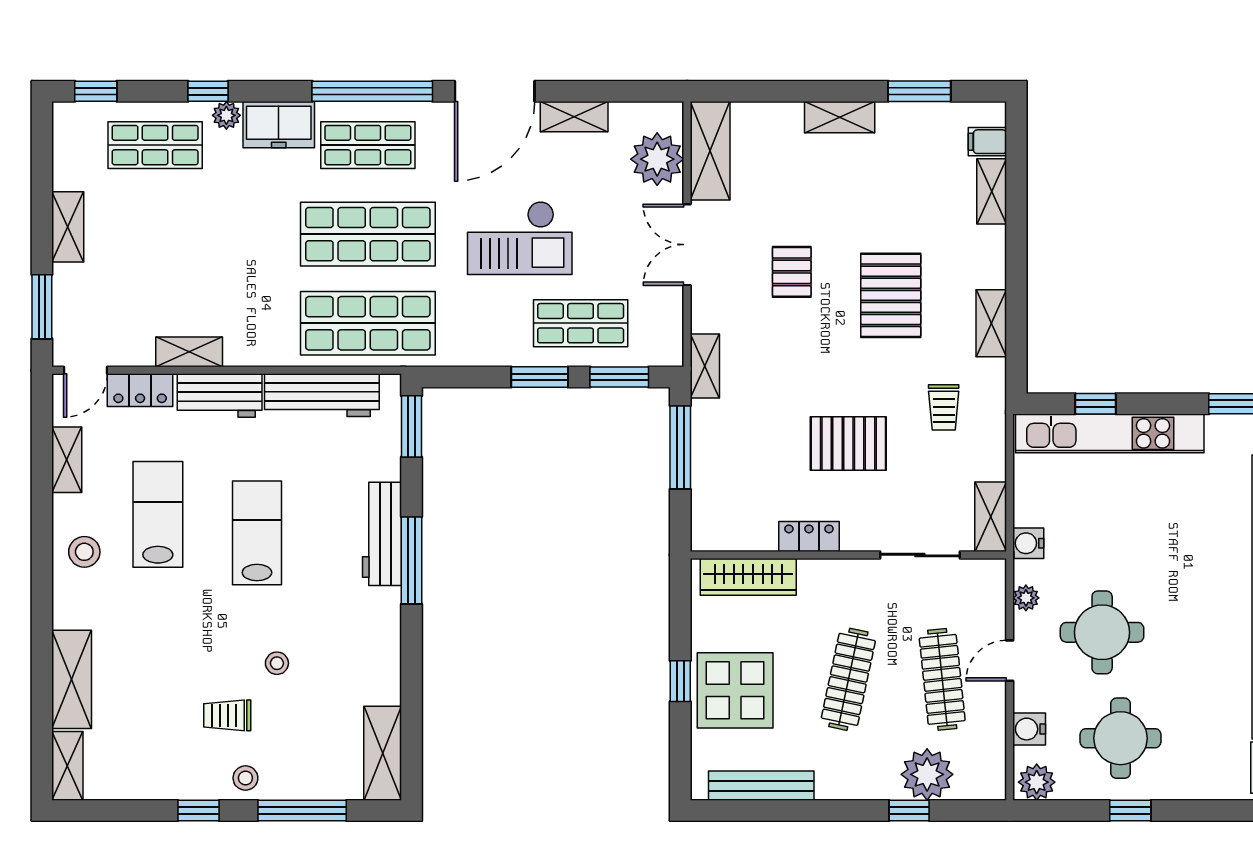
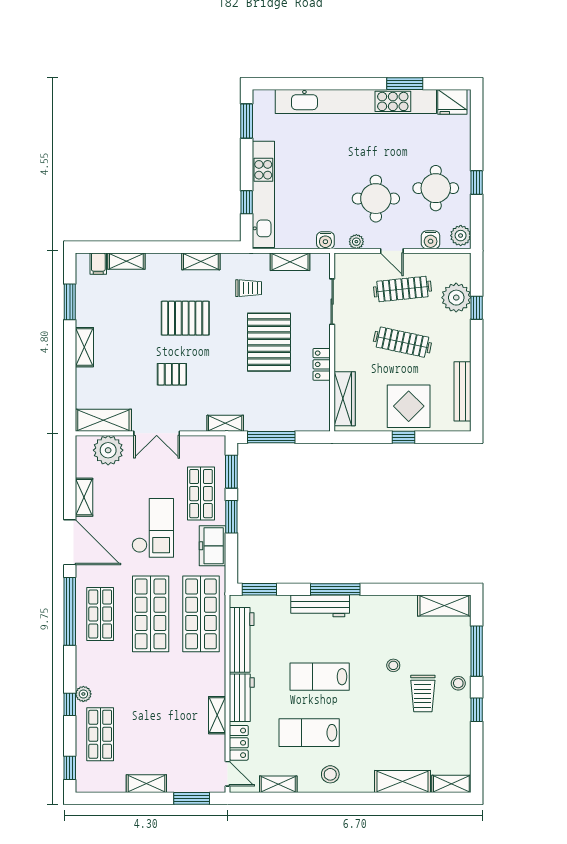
freezer: (279, 125) -> (213, 546), moved, turned 180
pallet: (848, 444) -> (269, 342), width x1.37, depth x1.41
shelving: (991, 517) -> (290, 262), moved
trolley: (227, 715) -> (423, 693), width x1.36, depth x1.39

